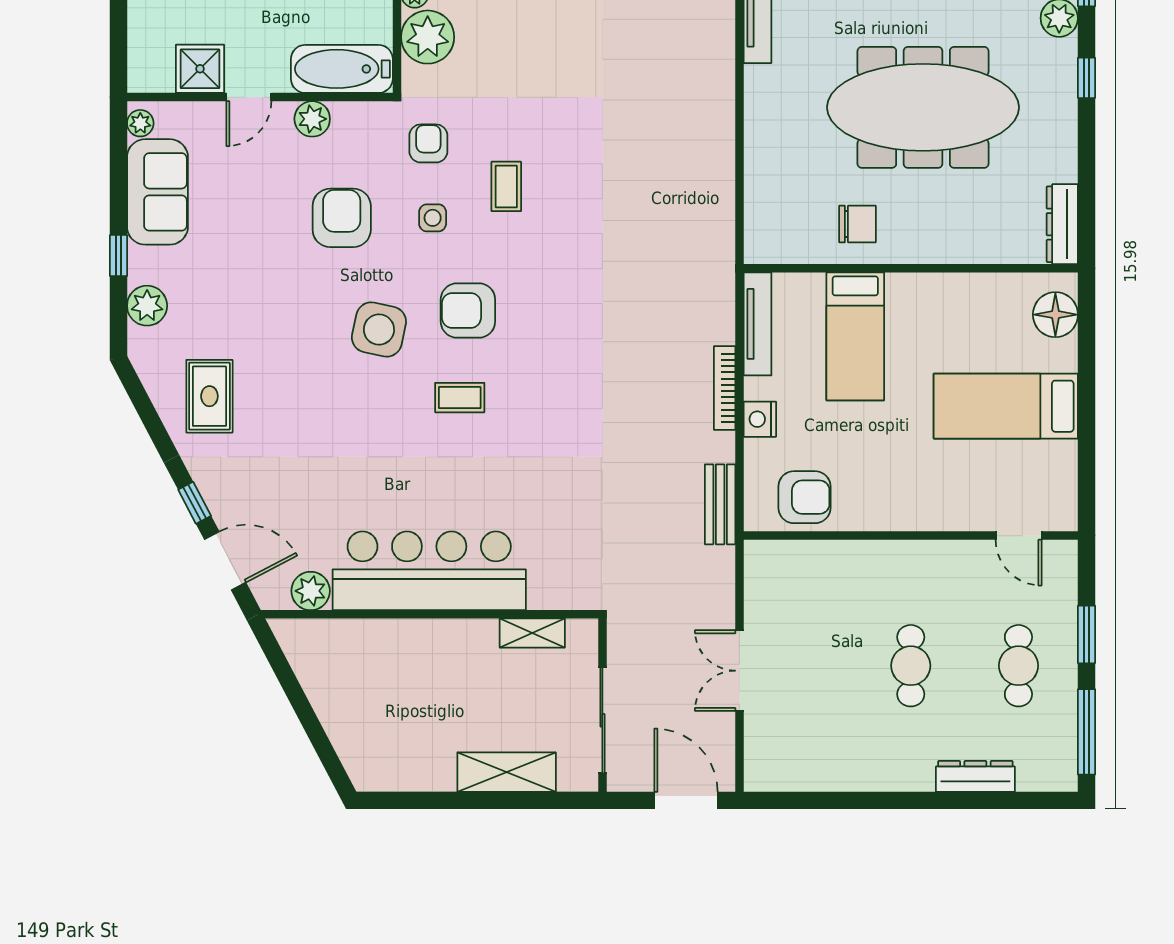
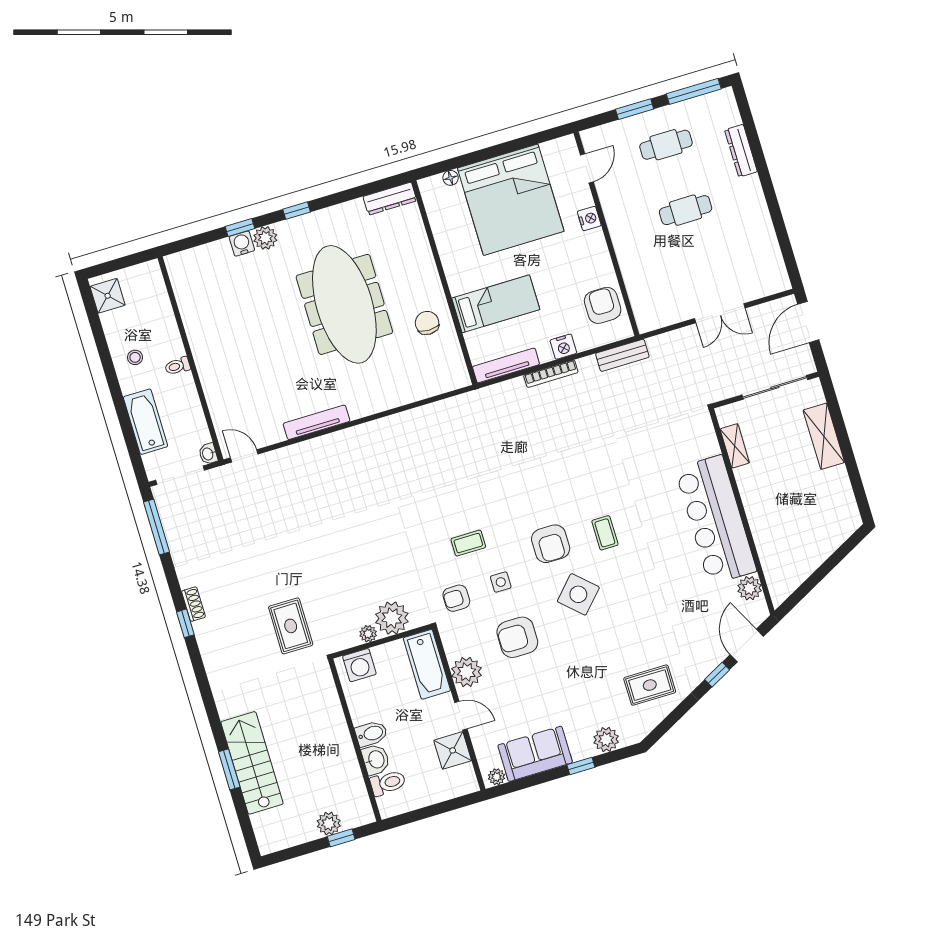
plant: (312, 119) -> (467, 672), width x1.36, depth x1.36
floor lamp: (1055, 315) -> (451, 178), width x0.53, depth x0.53
side table: (379, 330) -> (578, 594), turned 31
bed: (1006, 406) -> (511, 200), width x2.04
nightstand: (942, 516) -> (589, 219), added

